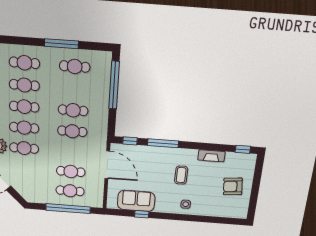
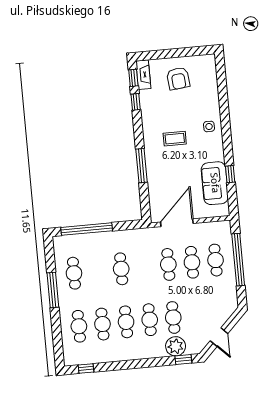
cafe table: (72, 131) -> (168, 264), moved
window: (130, 141) -> (136, 102), moved
fireplace: (211, 156) -> (143, 75), moved

